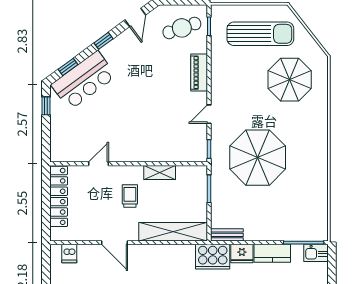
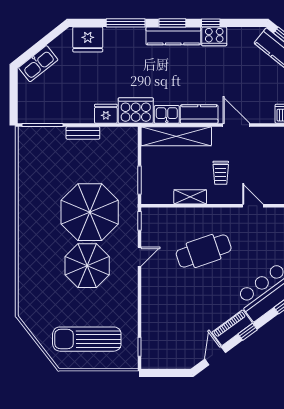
cafe table: (182, 28) -> (204, 251), moved, width x1.37, depth x1.35
piano: (199, 73) -> (232, 328), moved, turned -126
parasol: (290, 80) -> (87, 266), moved
door: (98, 164) -> (253, 206), swing flipped
bench: (227, 235) -> (83, 133), moved
kitchen counter: (272, 253) -> (199, 114), moved
kitchen sink: (316, 253) -> (167, 114), moved

